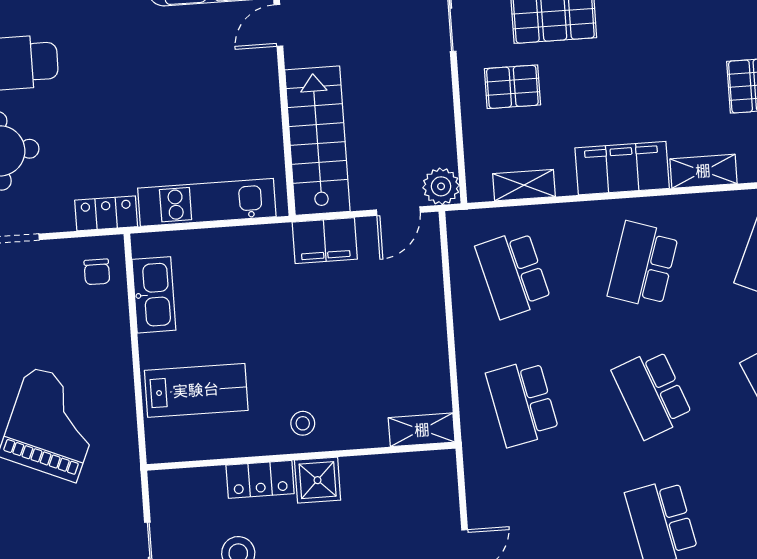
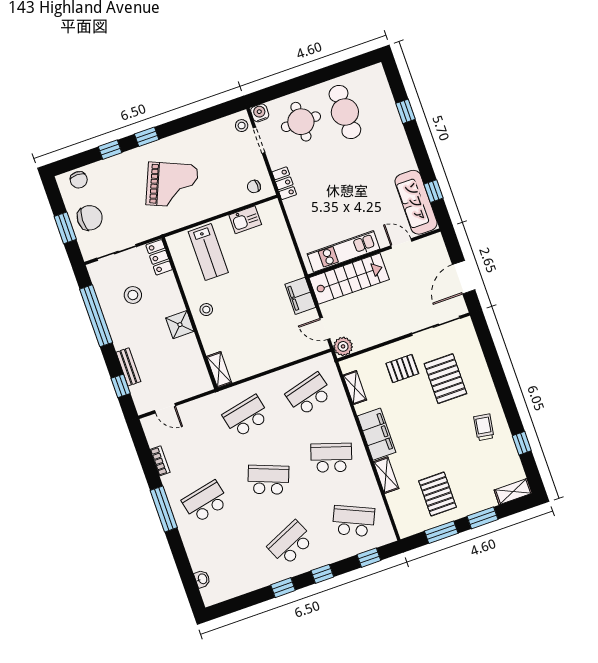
pallet: (512, 87) -> (402, 368), turned 90
kitchen unit: (207, 202) -> (344, 251), moved, turned -90
kitchen sink: (154, 295) -> (245, 220), width x0.73
school desk: (652, 394) -> (268, 480), turned 42
locker: (260, 479) -> (159, 257), moved

